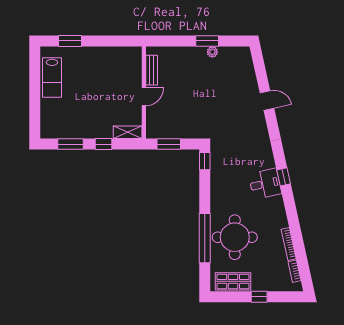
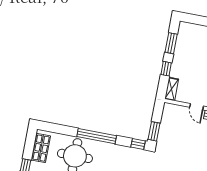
window: (169, 144) -> (154, 131), moved
window: (205, 238) -> (97, 136), moved

